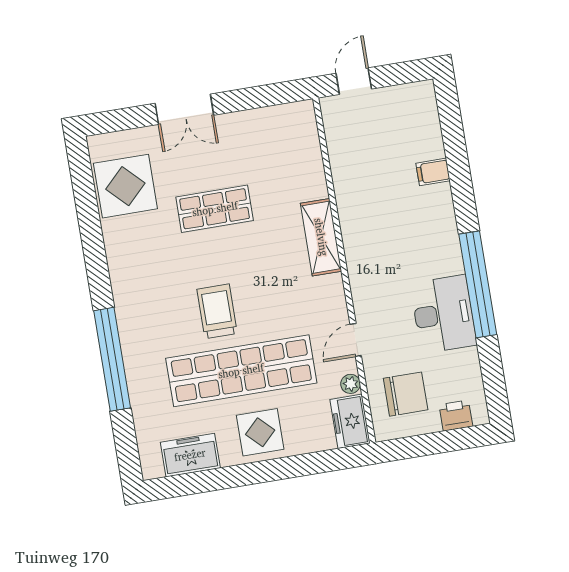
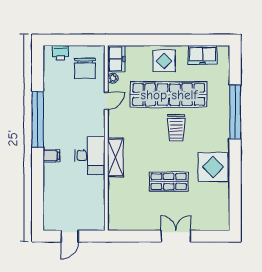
door: (354, 81) -> (70, 236), moved
filing cabinet: (433, 172) -> (51, 156), moved
display table: (125, 186) -> (213, 167), moved
desk: (444, 314) -> (90, 155), moved, turned 180
chair: (406, 394) -> (85, 68), turned -90

